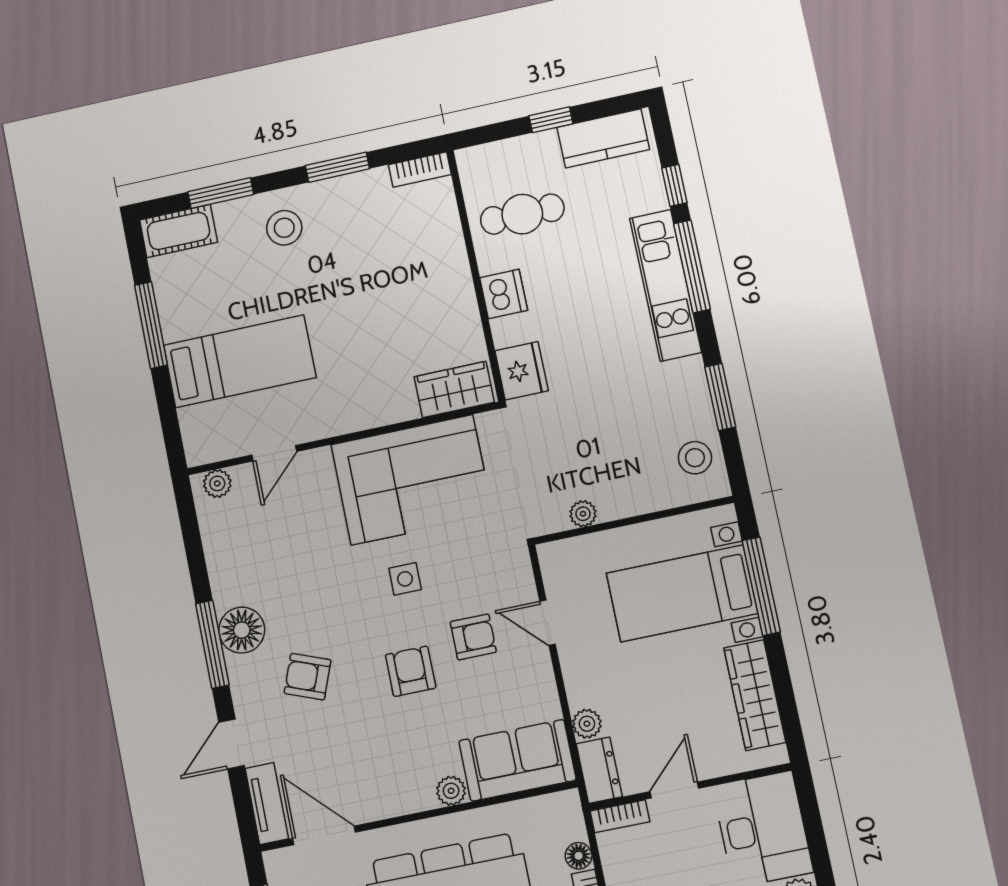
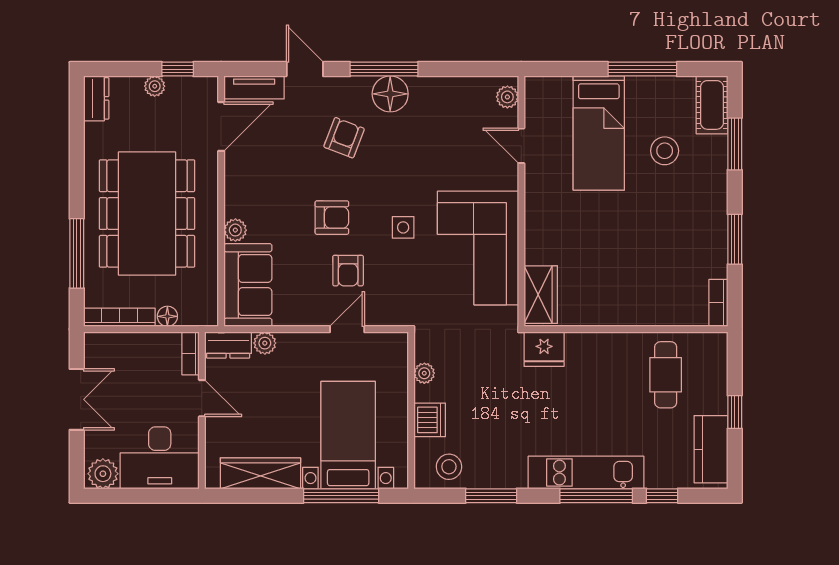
stool: (284, 228) -> (665, 151), moved
dishwasher: (504, 294) -> (430, 420), moved, turned -90

